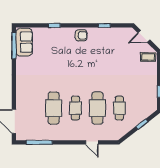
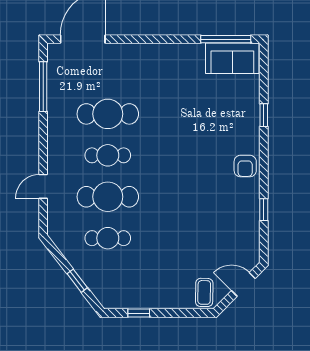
door: (144, 36) -> (243, 284), hinge flipped

